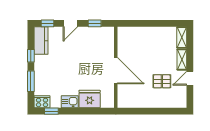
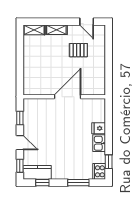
window: (31, 56) -> (42, 183), moved
door: (190, 78) -> (87, 22), moved
pallet: (162, 81) -> (78, 50), turned 90
fridge: (90, 99) -> (99, 128), width x0.53, depth x0.75

